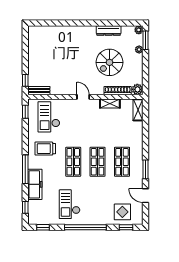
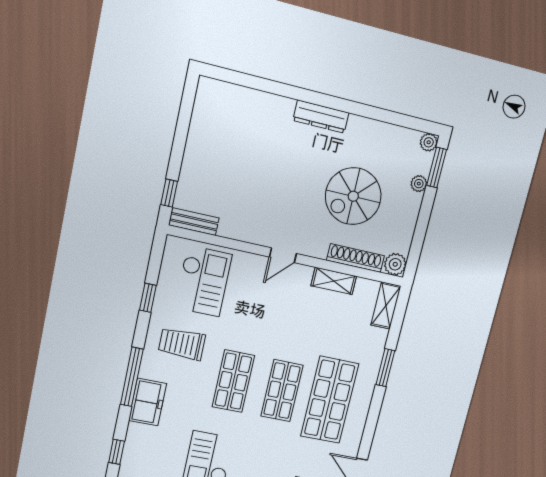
dresser: (109, 31) -> (321, 117), moved
door: (83, 97) -> (283, 255), swing flipped
window: (25, 112) -> (148, 298), moved
checkout: (49, 117) -> (203, 281), turned 180
shop shelf: (122, 162) -> (330, 400), width x1.43, depth x1.36
window: (146, 169) -> (385, 368), moved
freezer: (35, 184) -> (147, 402), width x0.71

